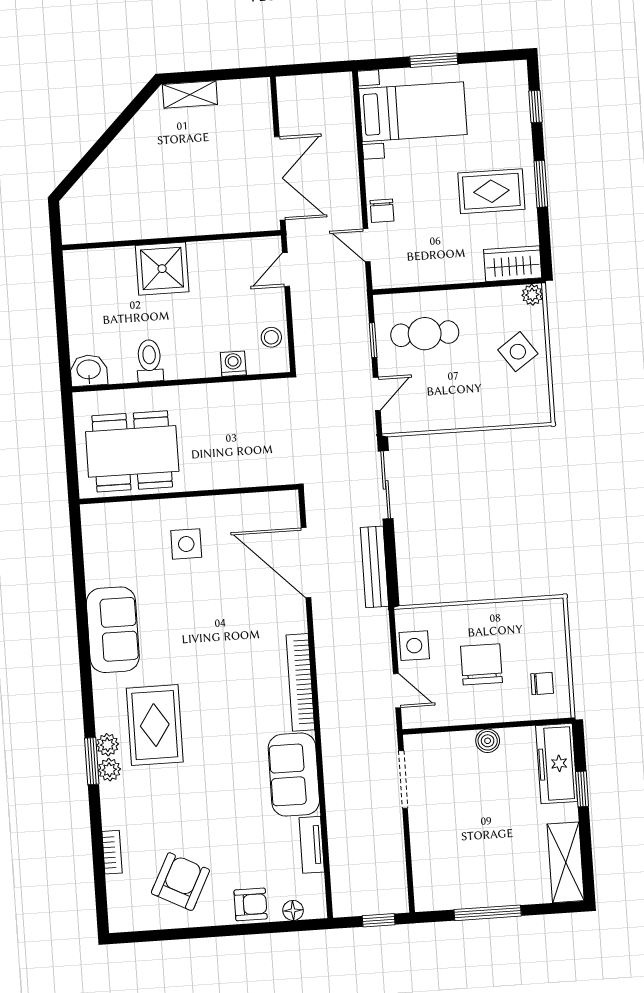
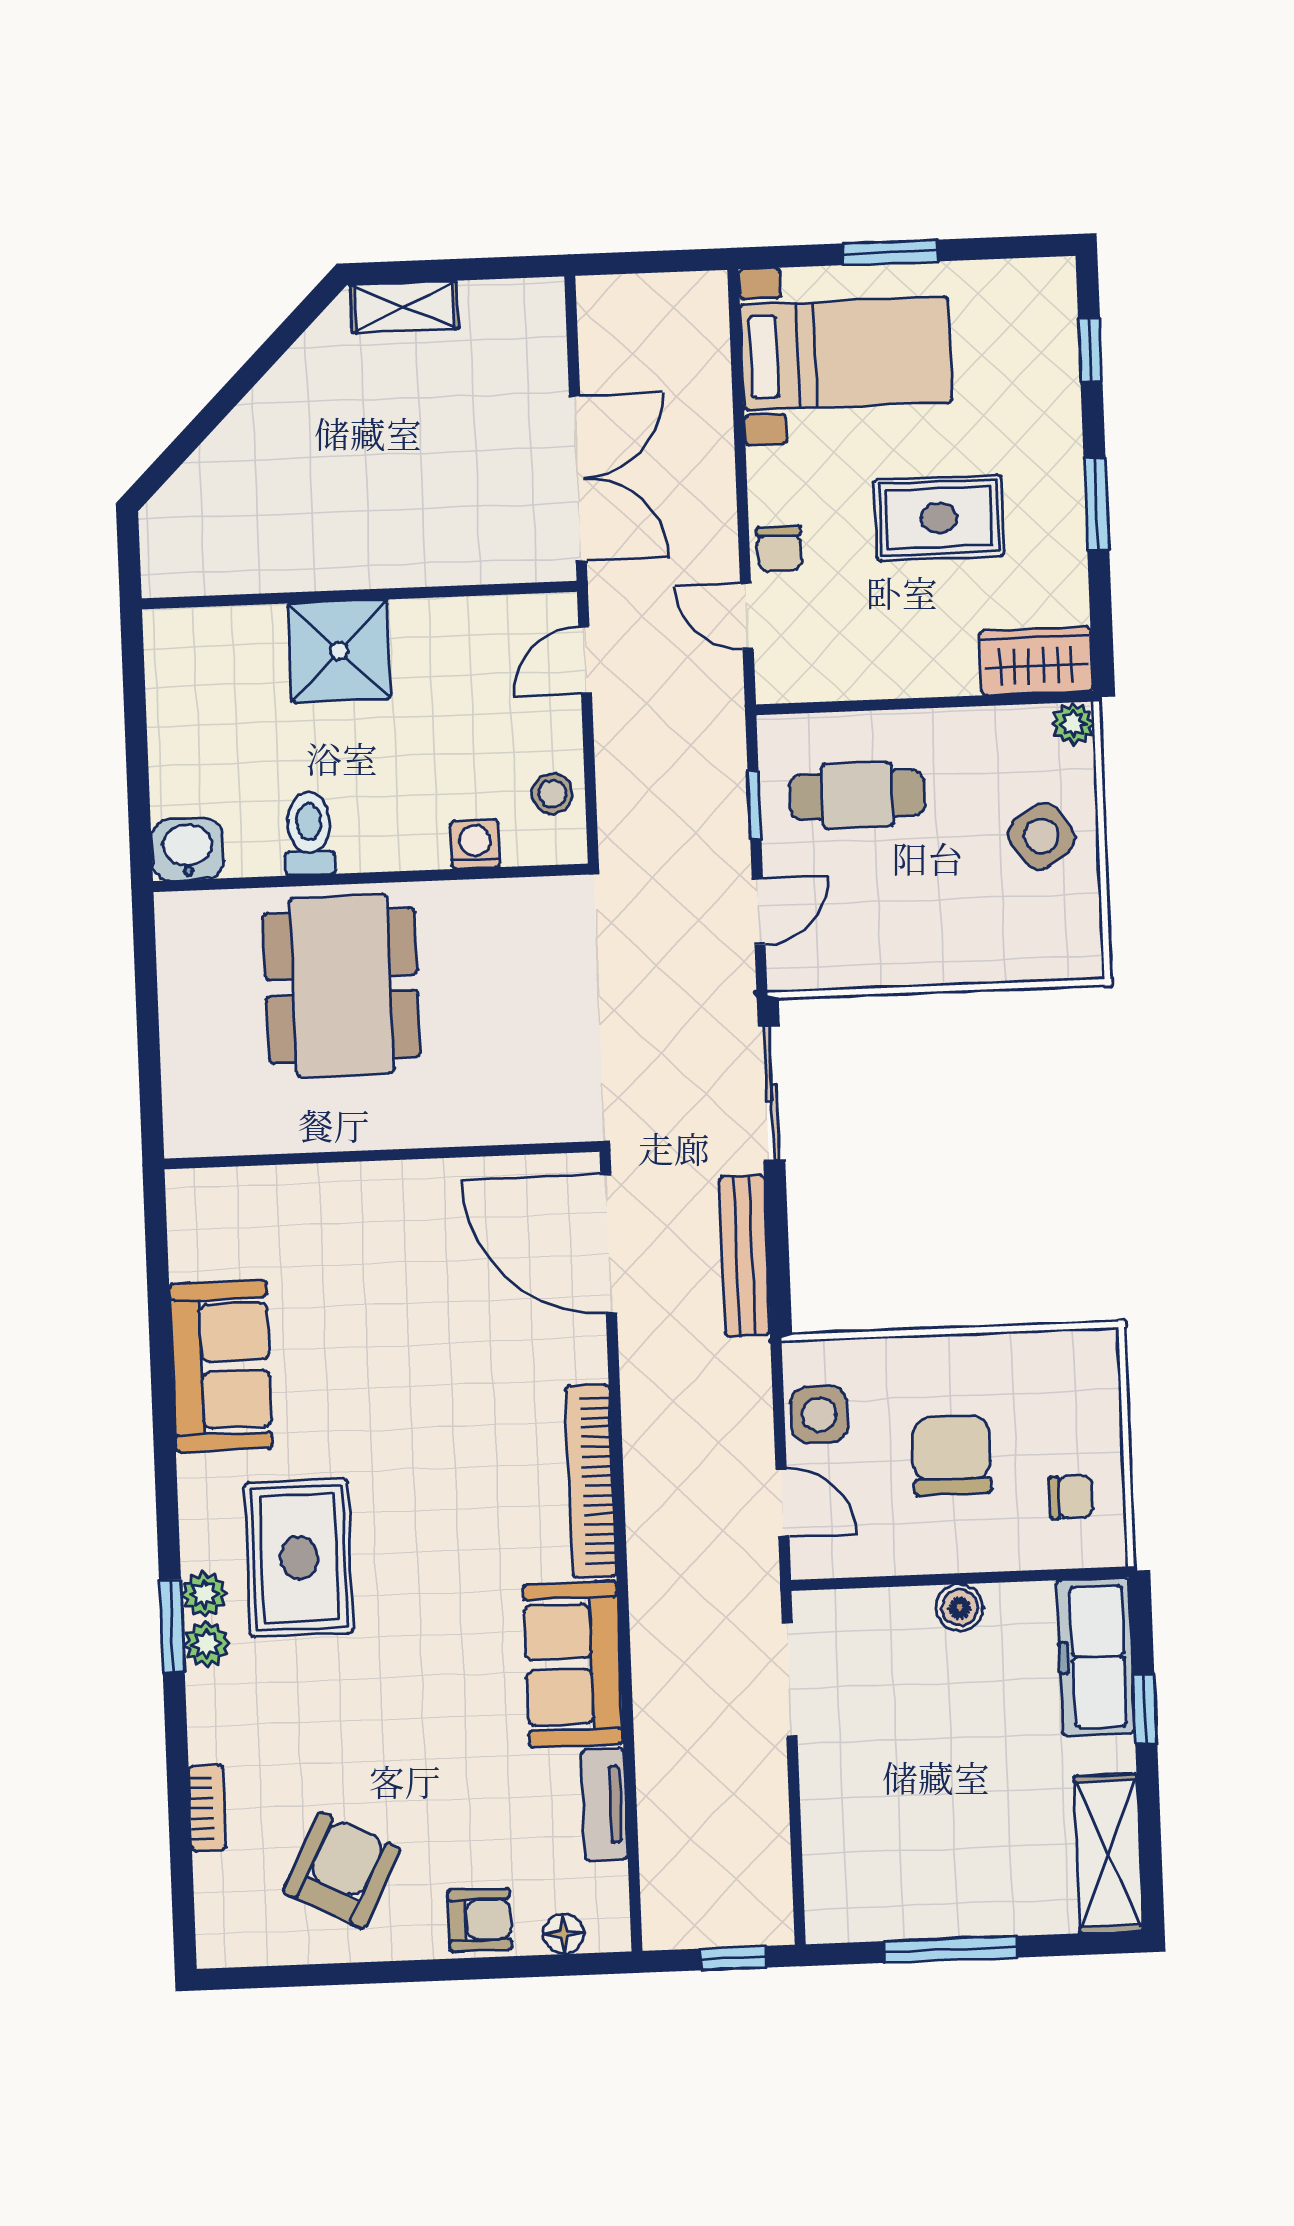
rug: (491, 191) -> (939, 518), moved
dining table: (132, 451) -> (342, 985), moved, turned 90
wall: (189, 494) -> (382, 1155), moved
side table: (186, 544) -> (372, 1200), removed

